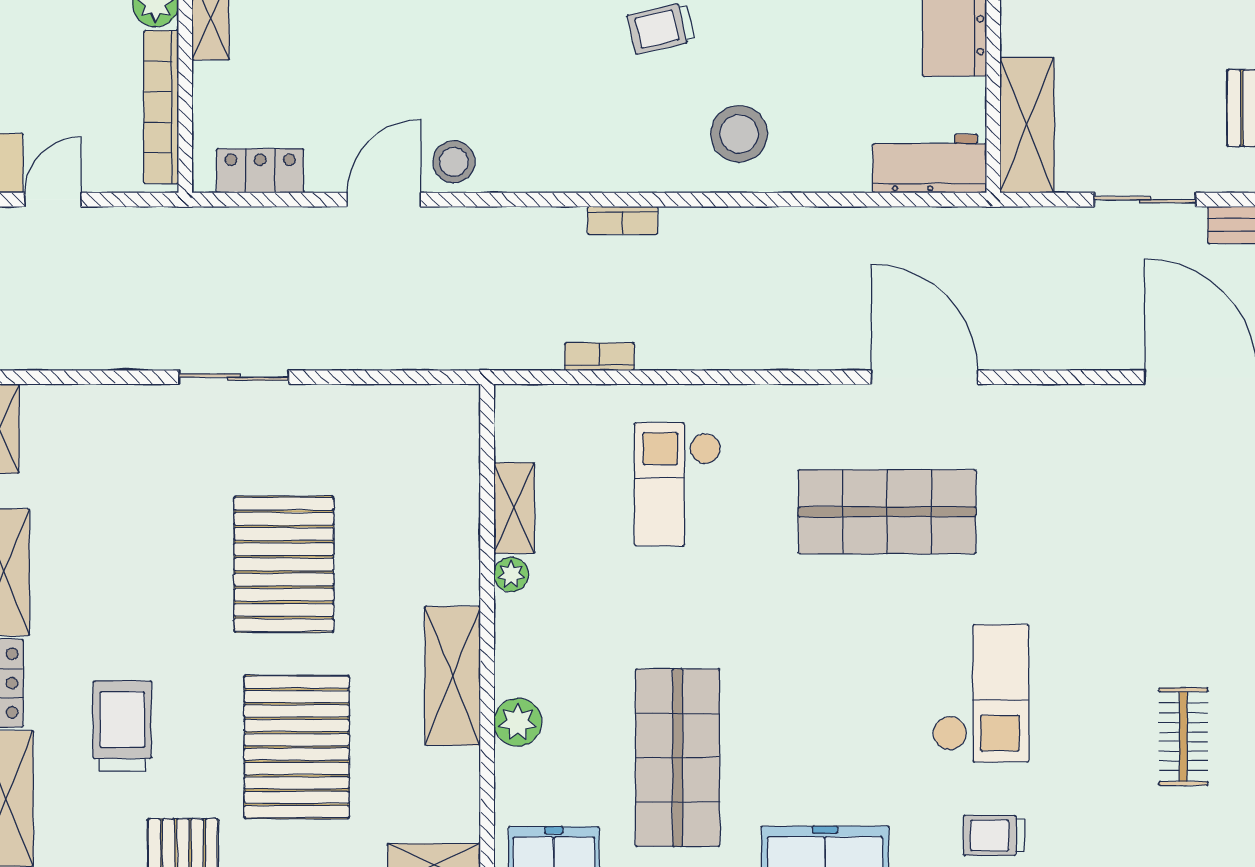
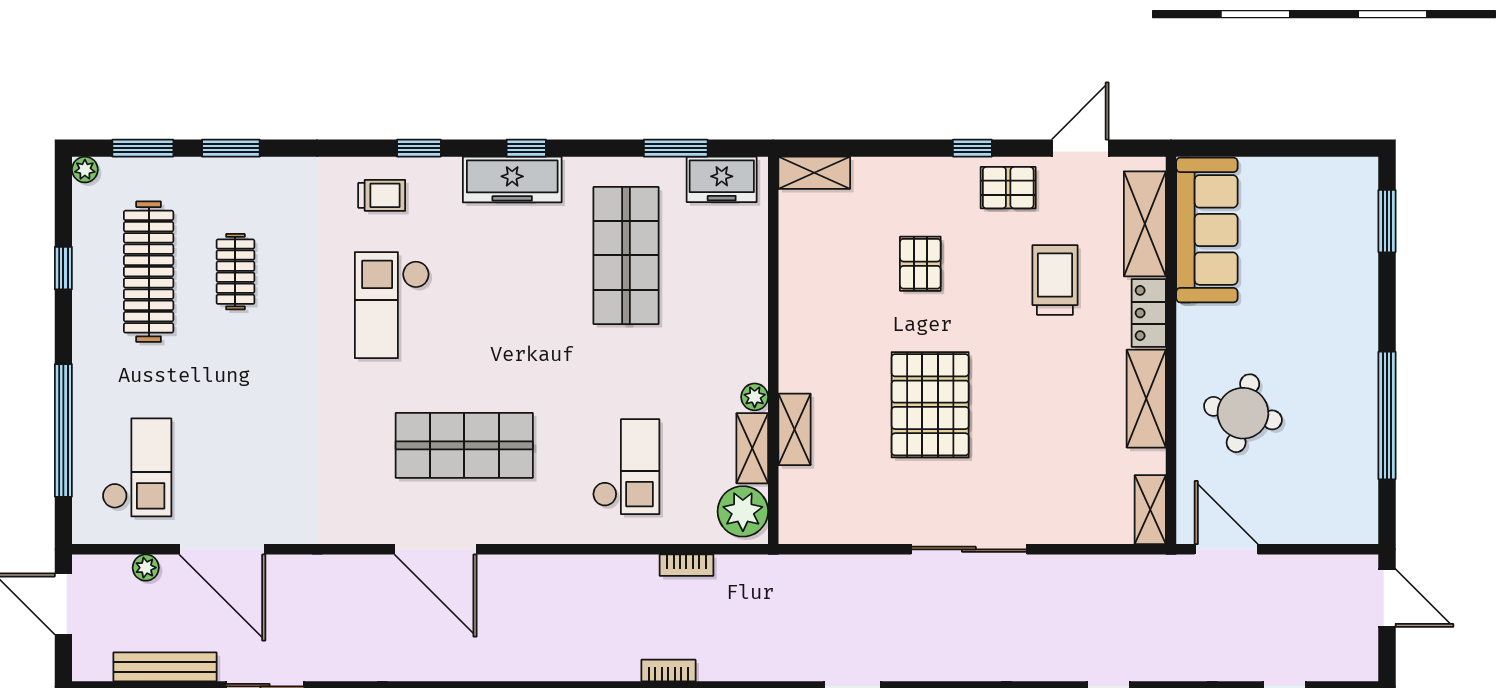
sliding door: (234, 377) -> (969, 549), width x1.37
shelving: (453, 676) -> (794, 429), moved, width x0.67, depth x0.75
plant: (518, 722) -> (743, 511), moved, width x1.36, depth x1.36
trolley: (122, 726) -> (1055, 280), turned 180
pallet: (297, 747) -> (920, 264), width x0.49, depth x0.50

